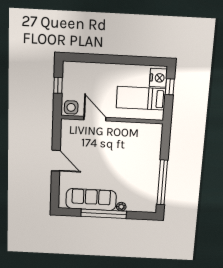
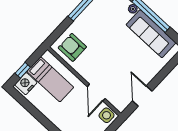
armchair: (144, 139) -> (72, 47), added
door: (56, 161) -> (142, 96), moved

